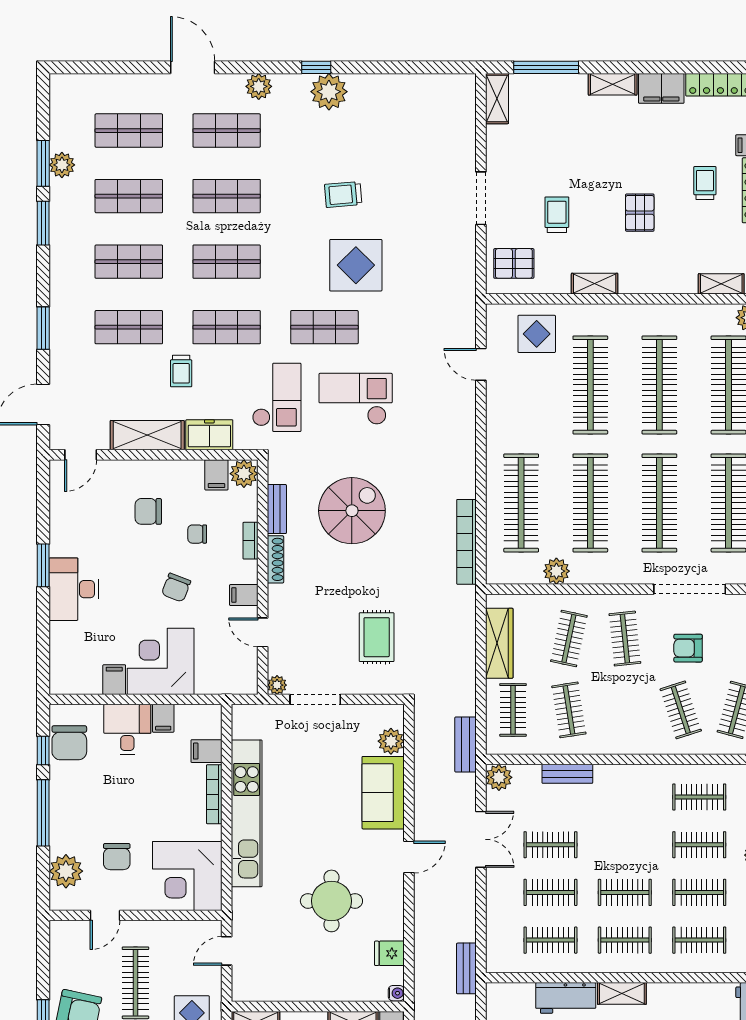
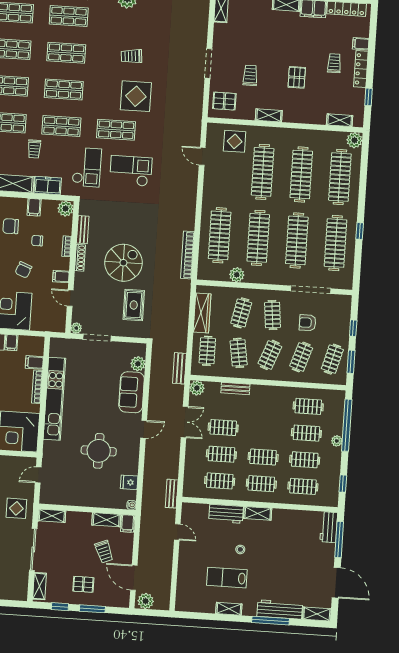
filing cabinet: (216, 475) -> (34, 207), moved
spiral stairs: (352, 511) -> (123, 263), moved
clothes rail: (625, 710) -> (270, 355), added
clothes rail: (681, 710) -> (301, 357), turned 36

